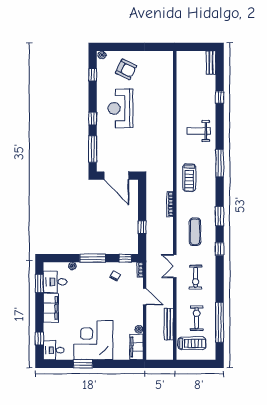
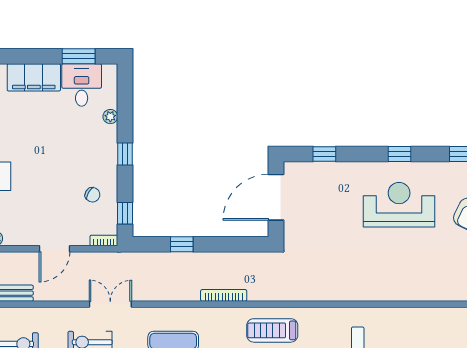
window: (93, 119) -> (400, 154), moved
window: (93, 149) -> (324, 154), width x0.46
window: (93, 258) -> (125, 154), width x0.46

